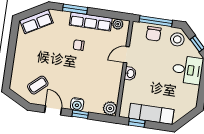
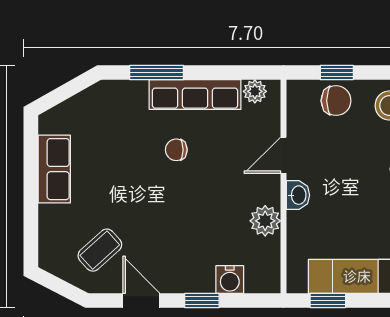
window: (156, 21) -> (337, 72), width x0.46
row of seats: (37, 22) -> (54, 169), moved, turned -60
chair: (154, 34) -> (336, 101), turned -90
water cooler: (77, 104) -> (230, 279), moved
plant: (110, 108) -> (265, 221), moved

